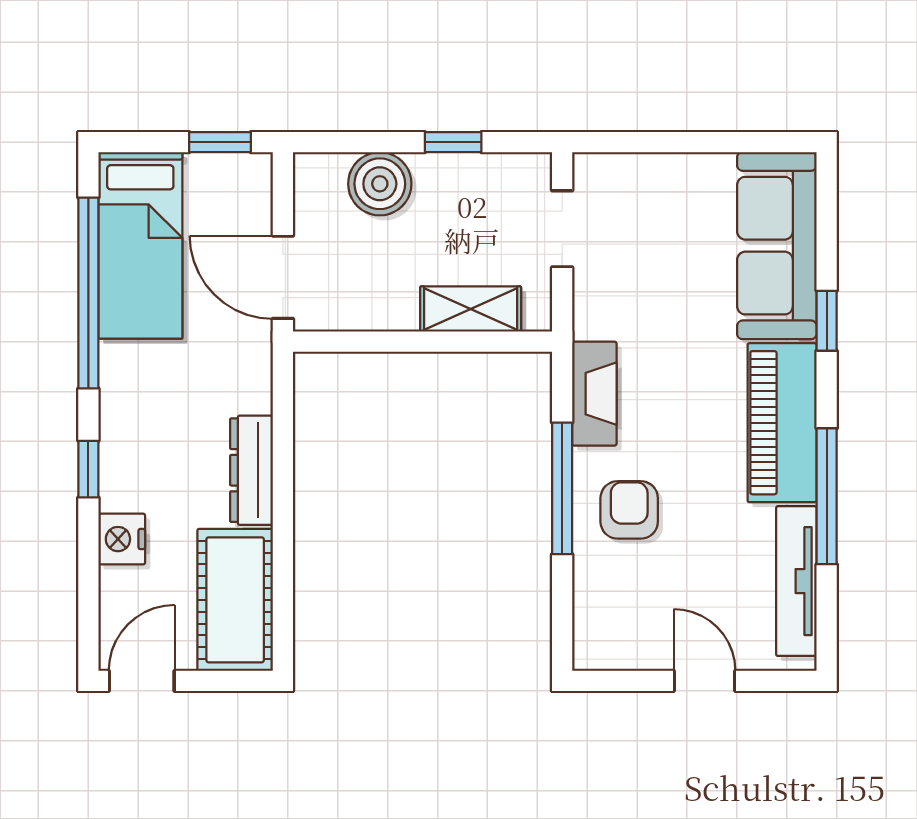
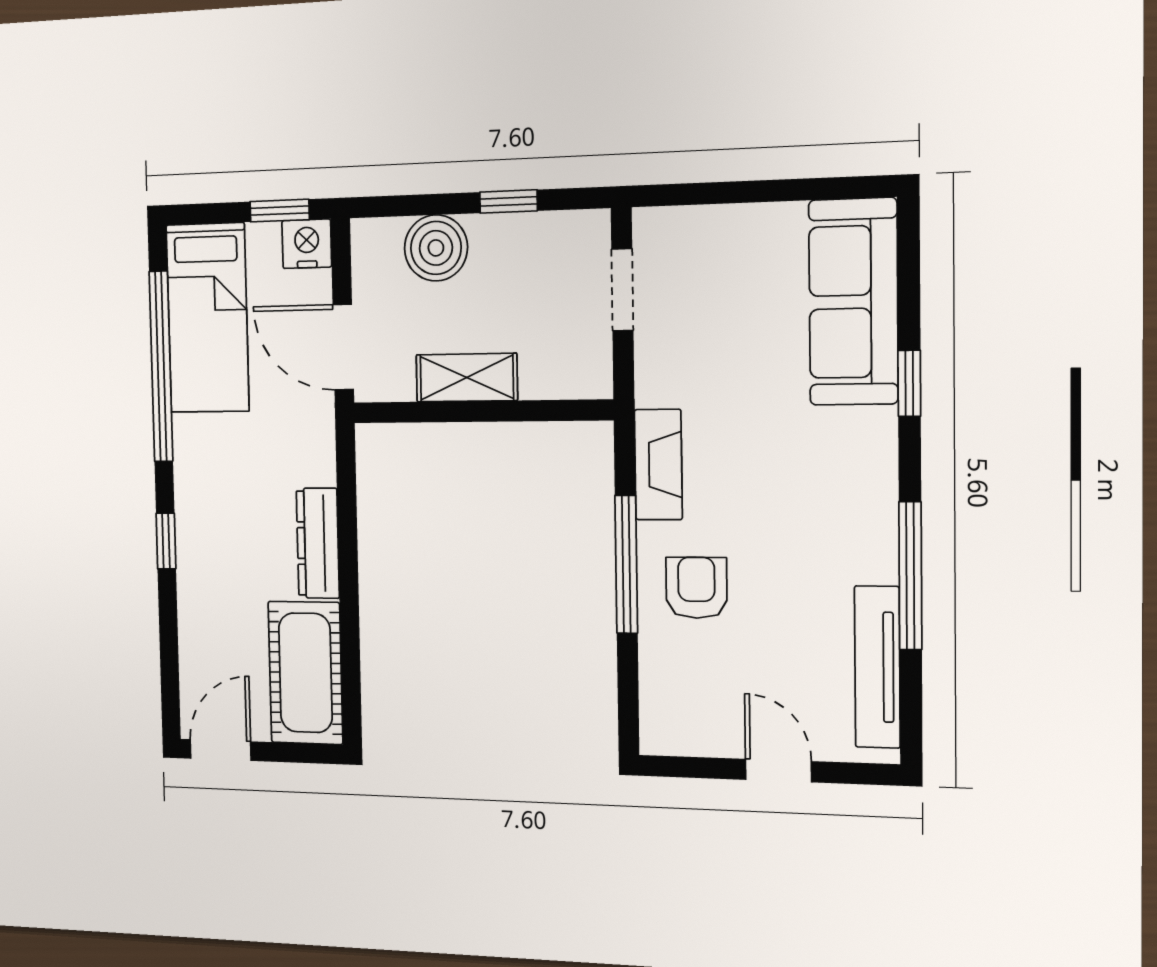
shelving: (471, 309) -> (467, 378), moved
piano: (782, 423) -> (860, 495), removed
nightstand: (122, 539) -> (307, 244), moved, turned 90

